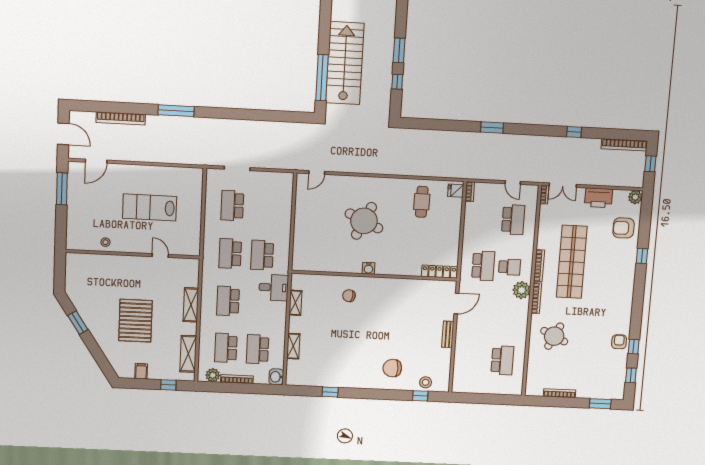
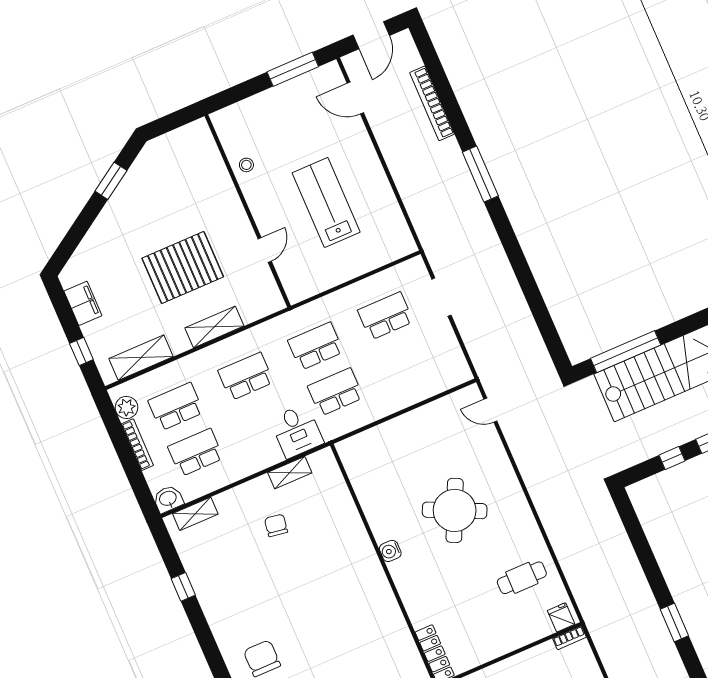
chair: (349, 296) -> (276, 525), moved
pallet: (135, 321) -> (183, 267), moved
shelving: (293, 346) -> (195, 514), moved
filing cabinet: (141, 371) -> (83, 303), width x2.00

